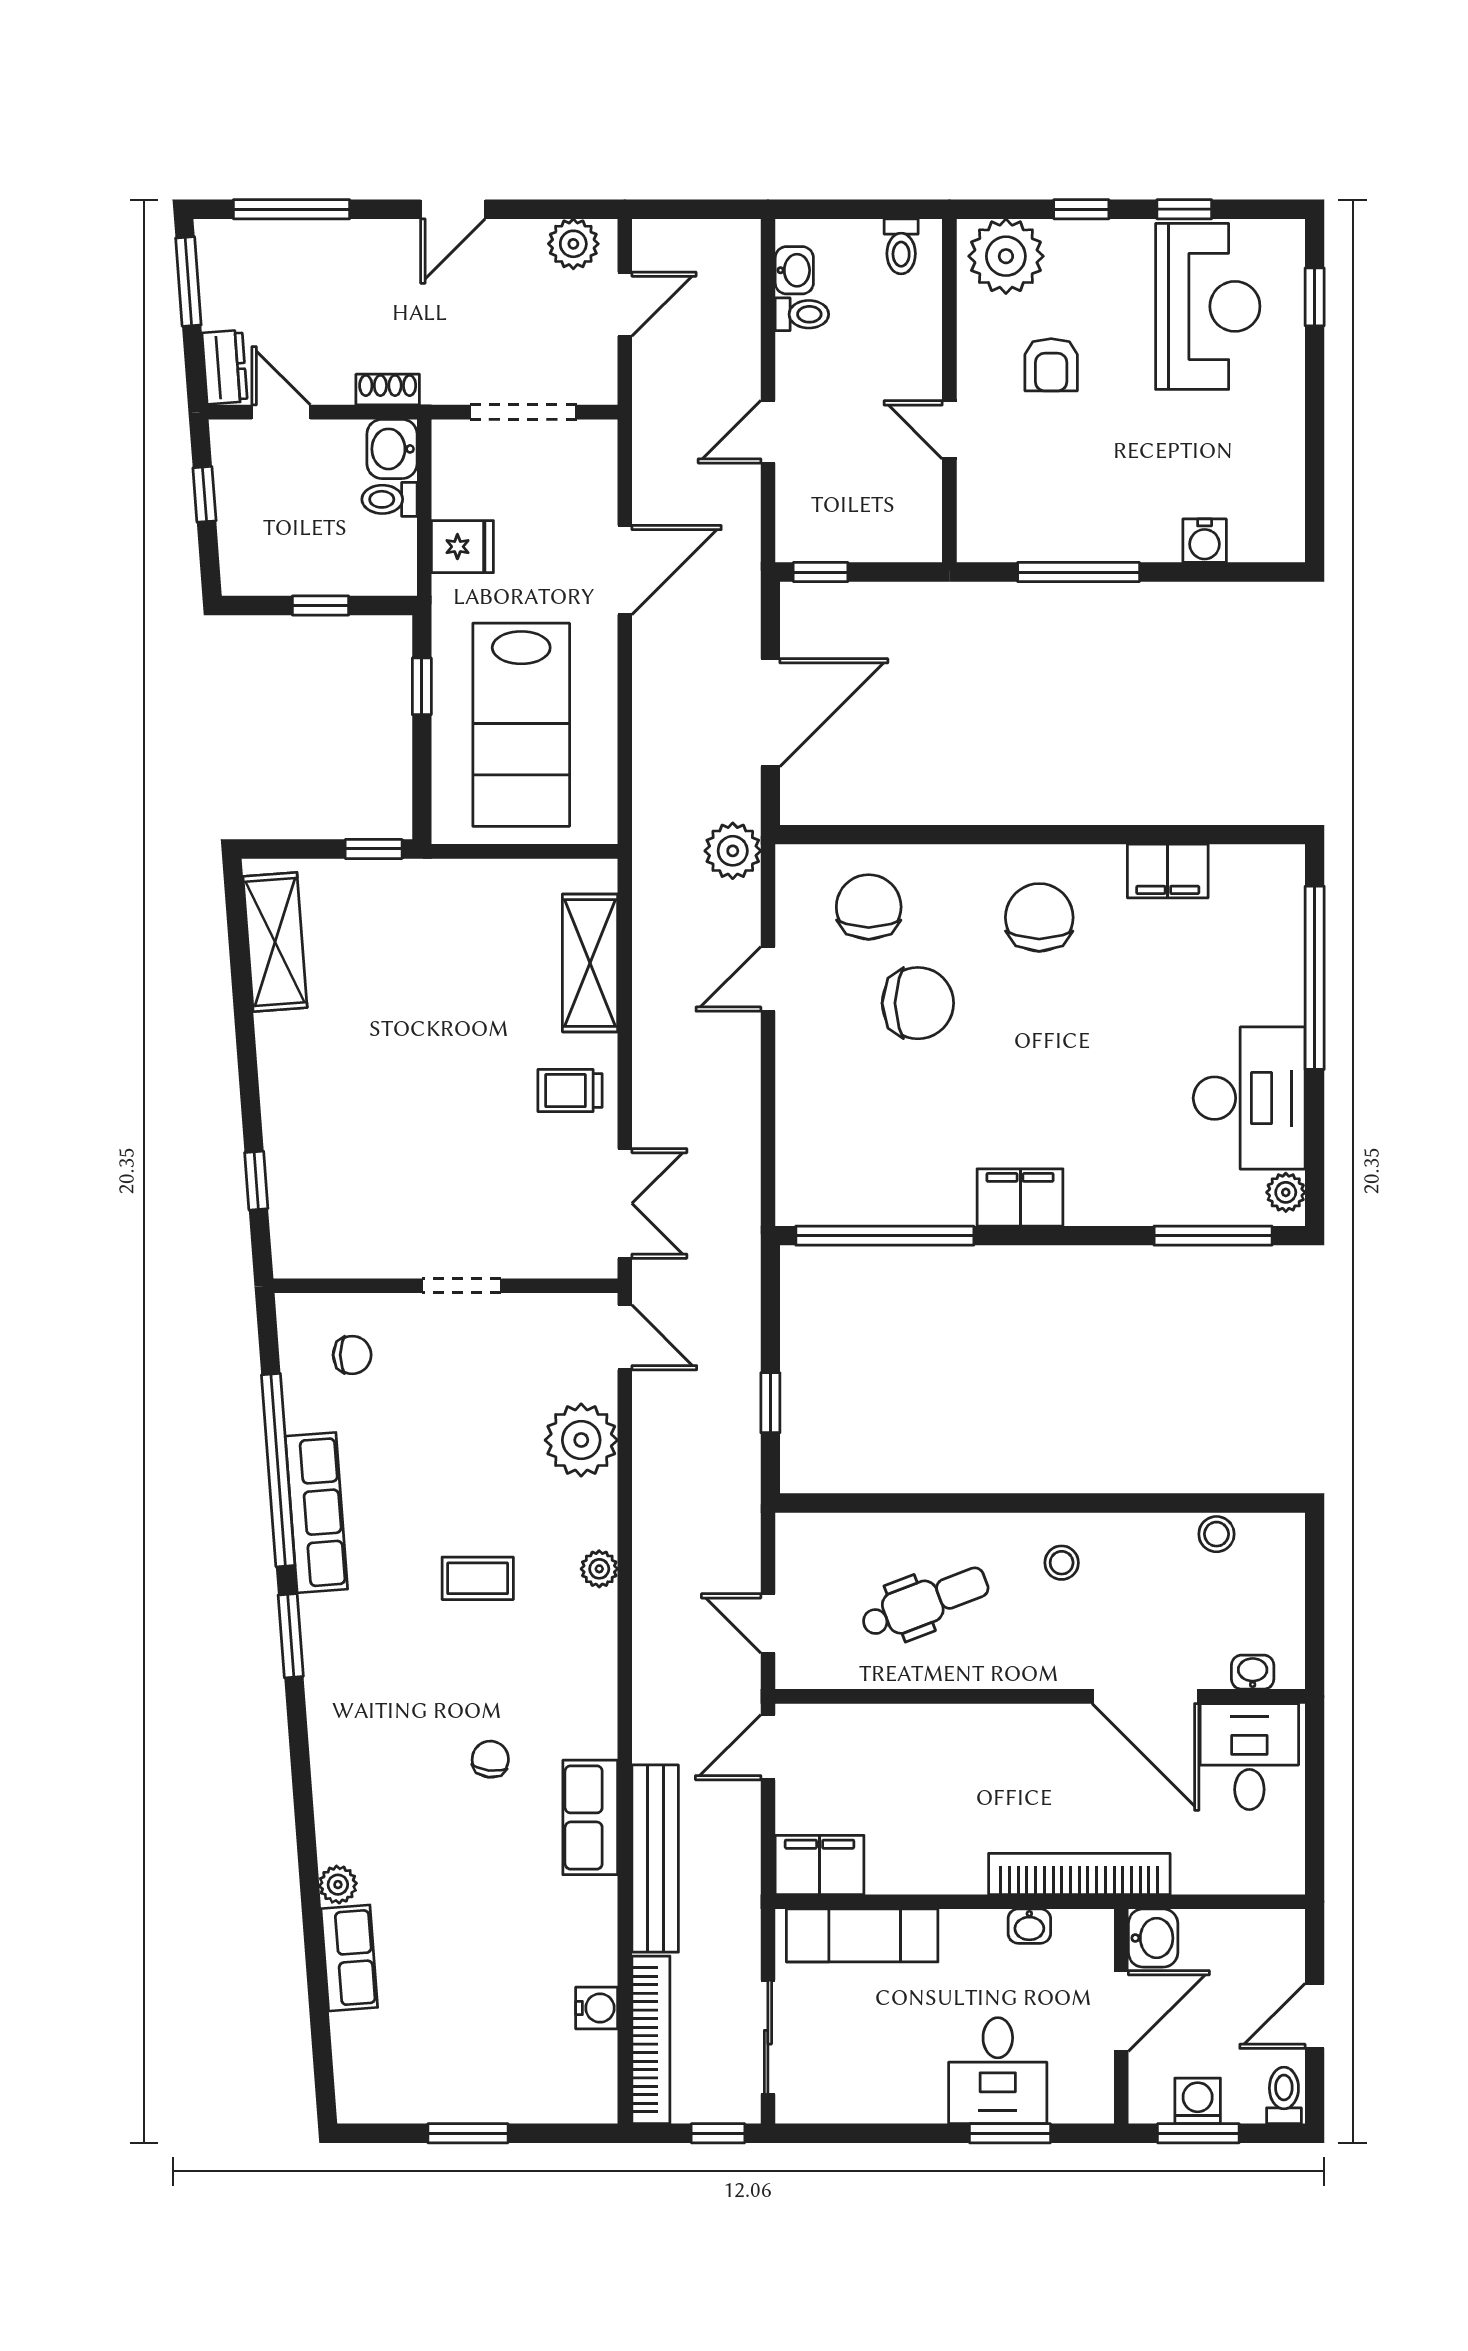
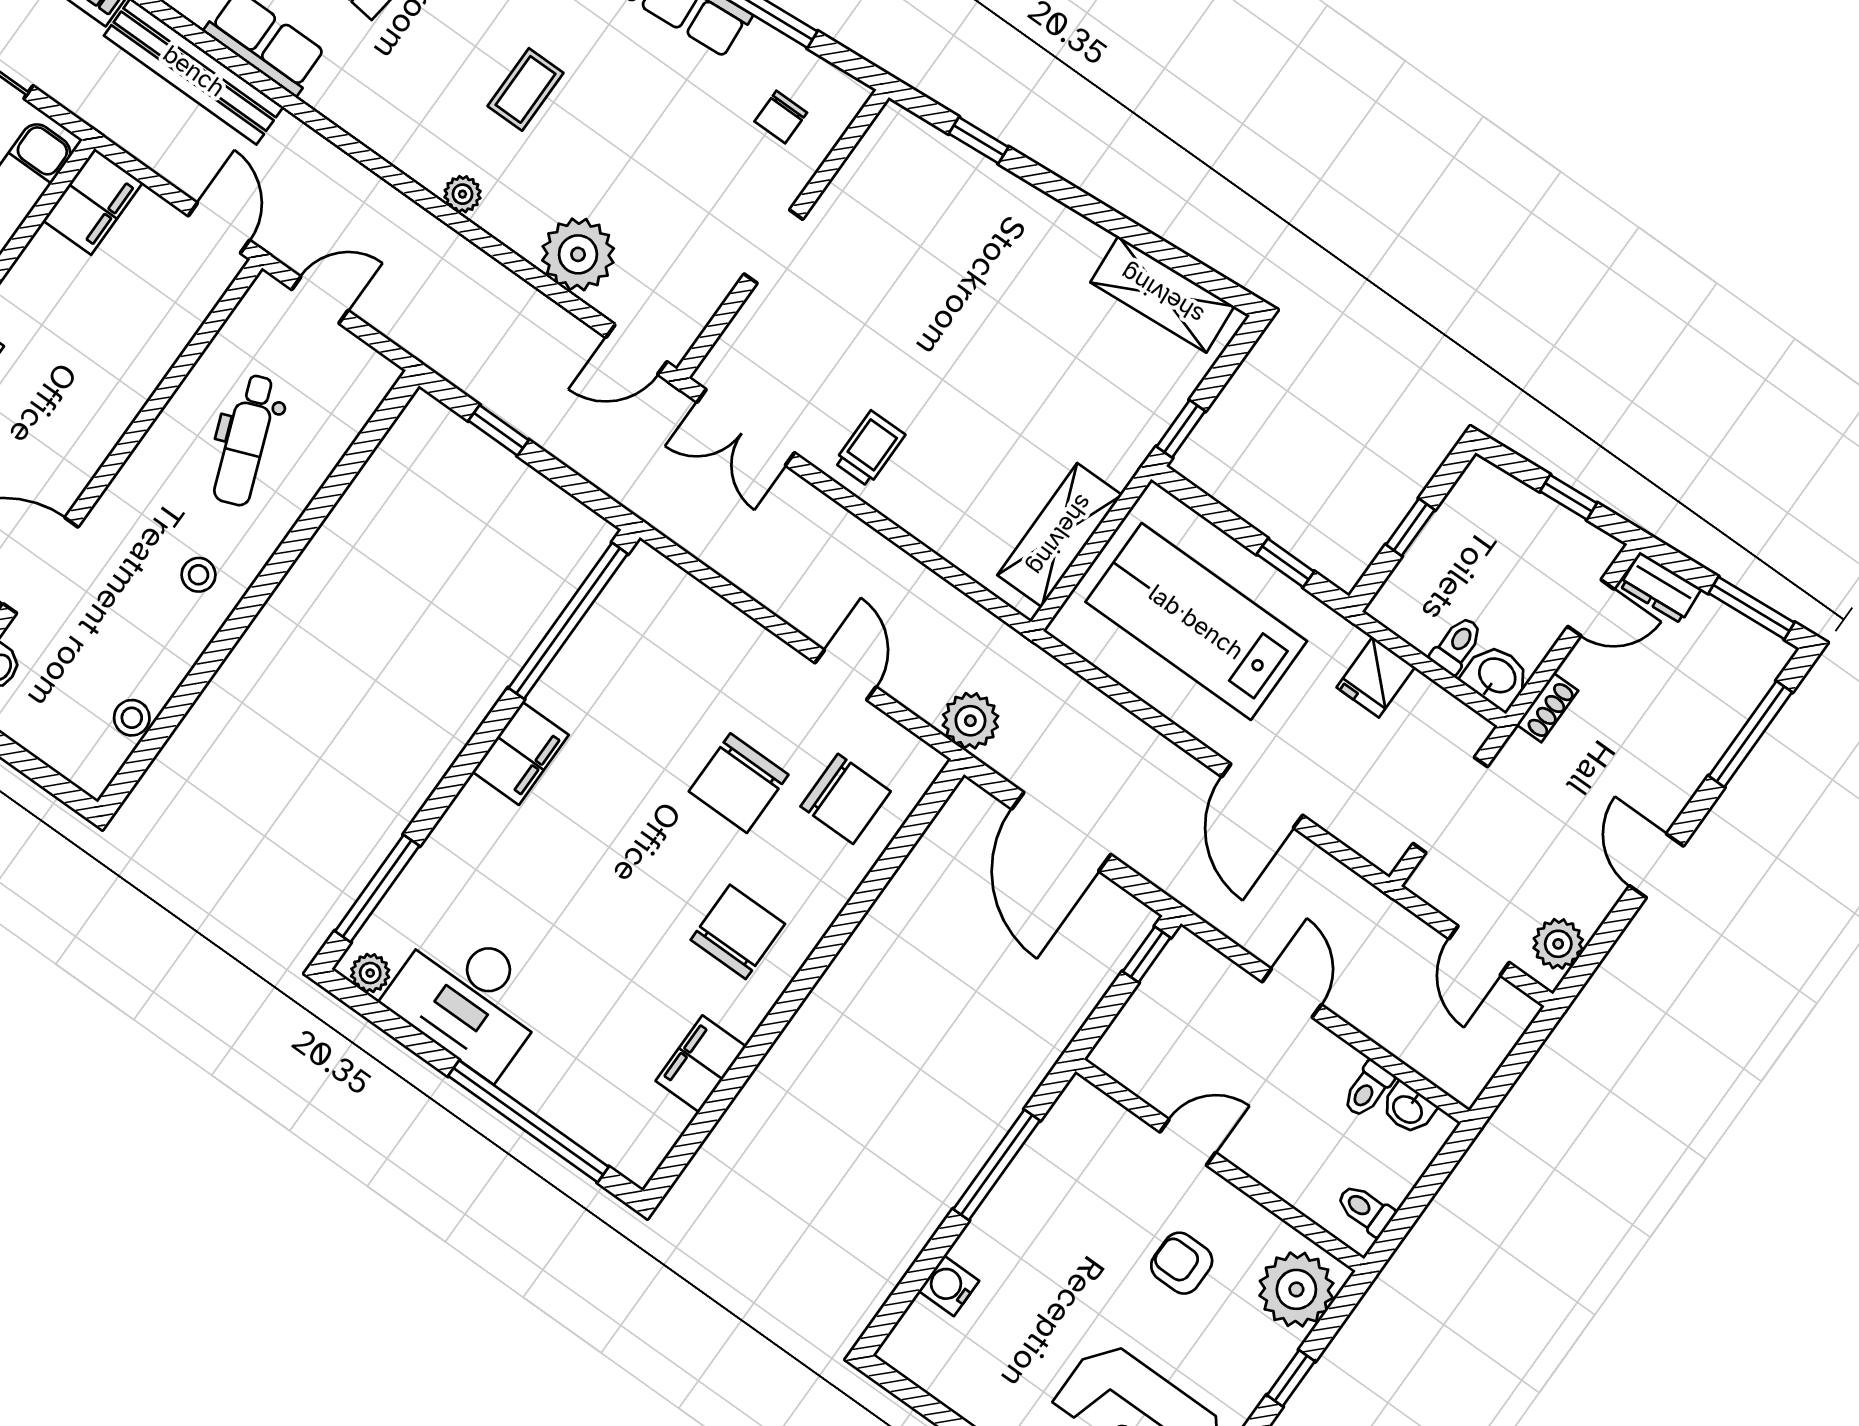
chair: (1039, 917) -> (738, 932), turned -90
shelving: (590, 963) -> (1060, 535), moved, turned 90

